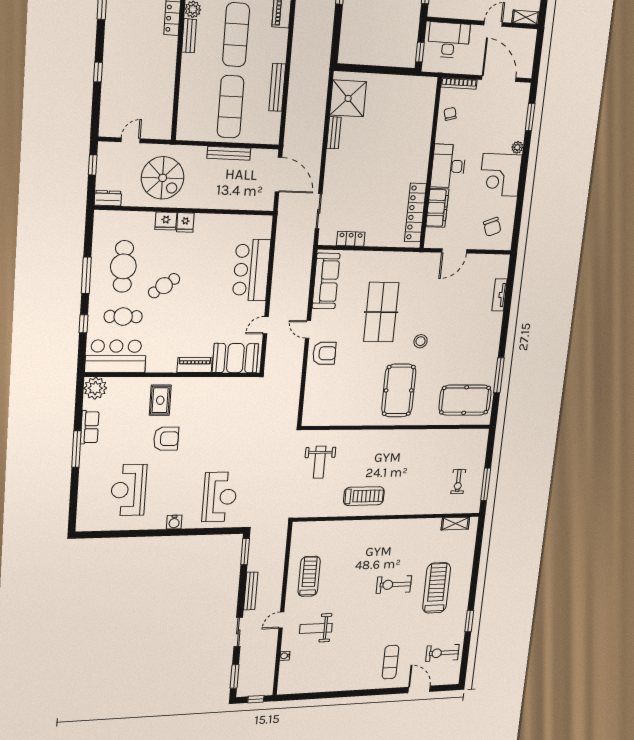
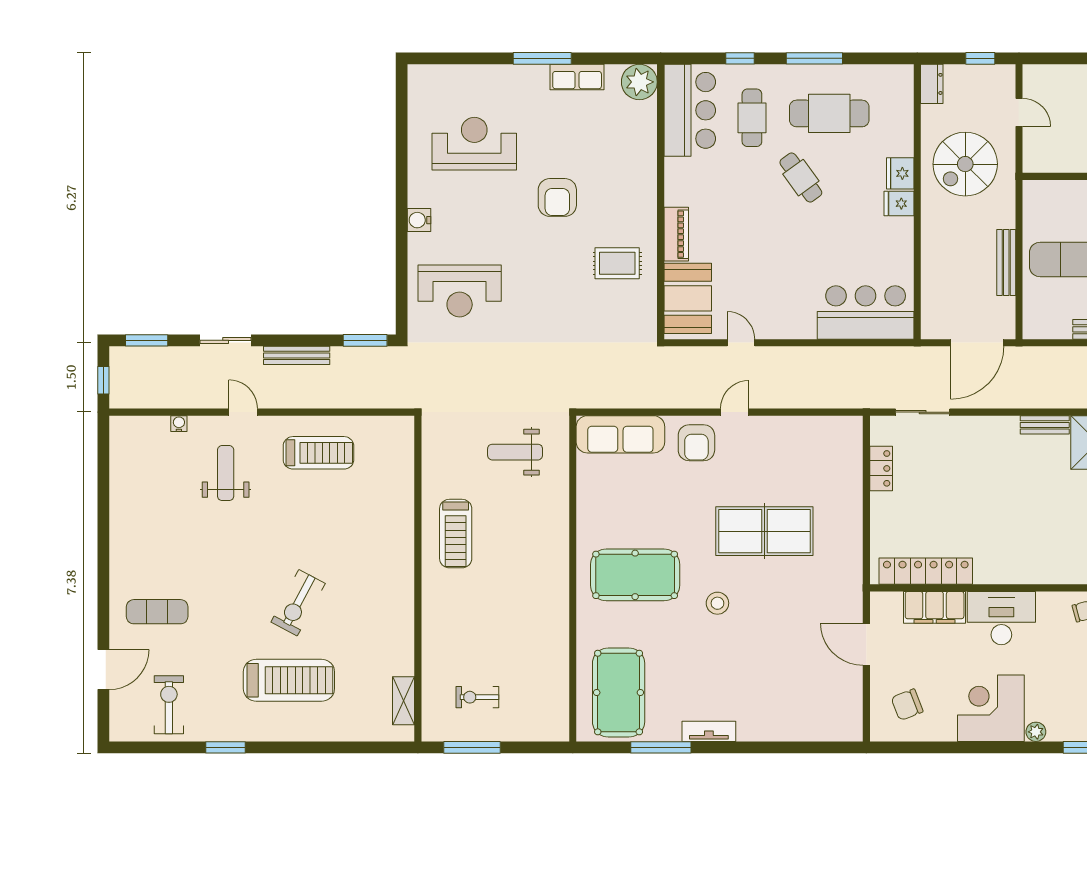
bar counter: (251, 270) -> (866, 312), moved
sofa: (326, 281) -> (620, 434), moved
tv unit: (499, 295) -> (709, 731), moved
rug: (160, 400) -> (617, 263), moved
exercise bike: (394, 585) -> (298, 603), turned -152

